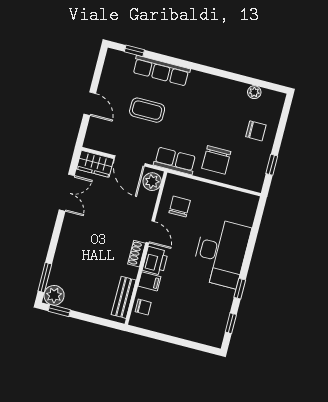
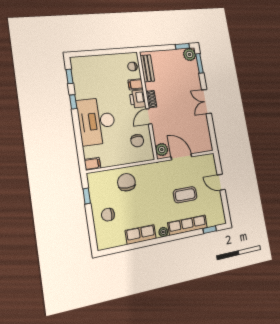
plant: (254, 92) -> (163, 232), moved
row of seats: (175, 161) -> (141, 234), moved, turned 180
wardrobe: (95, 164) -> (201, 146), removed
double door: (67, 193) -> (206, 102), moved
filing cabinet: (248, 201) -> (92, 164), added
door: (150, 232) -> (149, 116), hinge flipped

